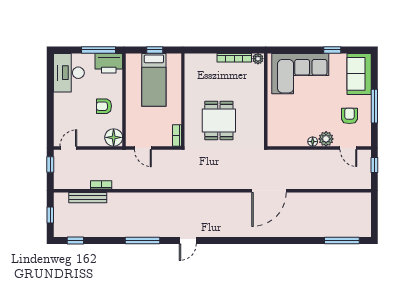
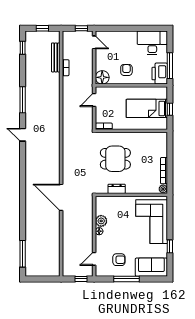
dresser: (258, 119) -> (117, 189), added
plant: (326, 139) -> (101, 221), moved

